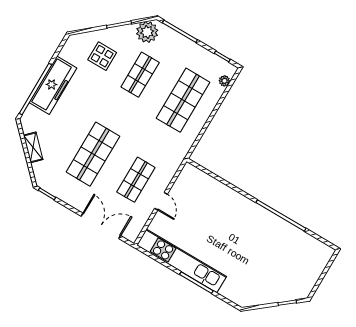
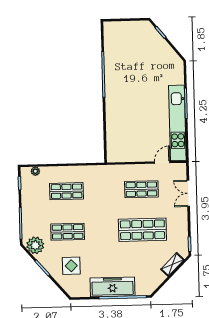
shop shelf: (183, 100) -> (67, 191), width x0.70, depth x0.74
shelving: (33, 147) -> (172, 264), moved
door: (161, 201) -> (162, 162), moved
double door: (101, 226) -> (188, 193), width x0.73

